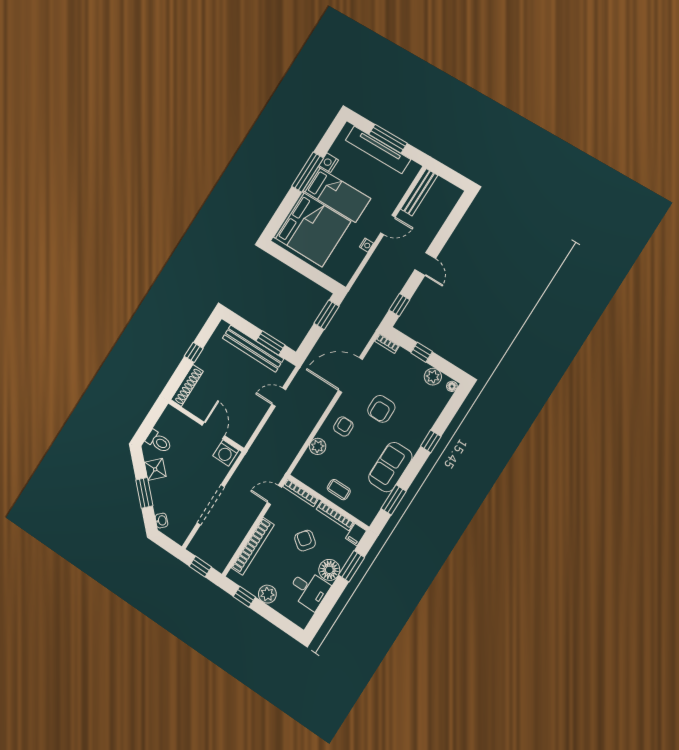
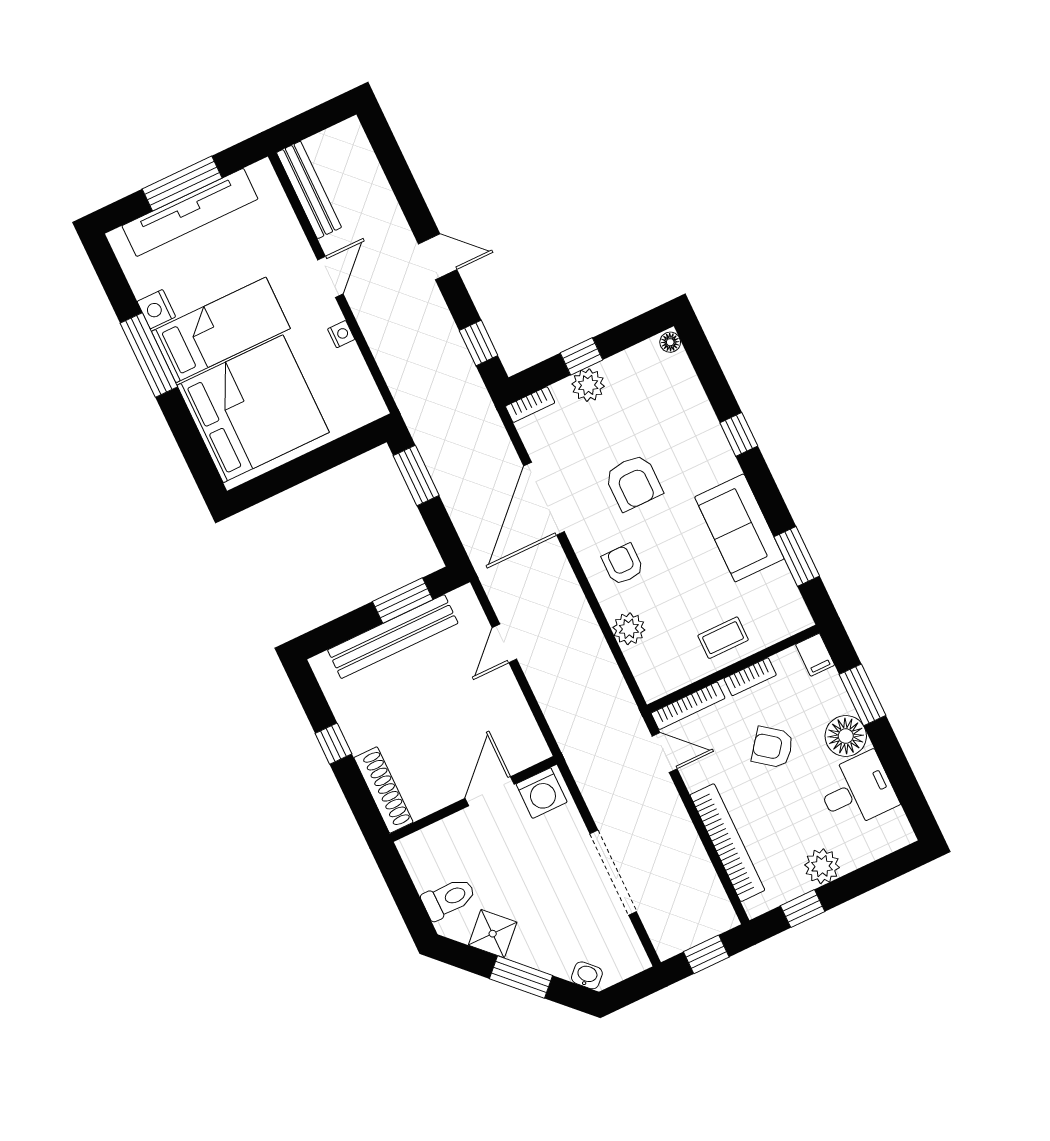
plant: (433, 377) -> (588, 385), moved
door: (213, 430) -> (490, 791), hinge flipped
door: (274, 495) -> (665, 752), swing flipped
bookcase: (335, 516) -> (750, 677), width x0.64

